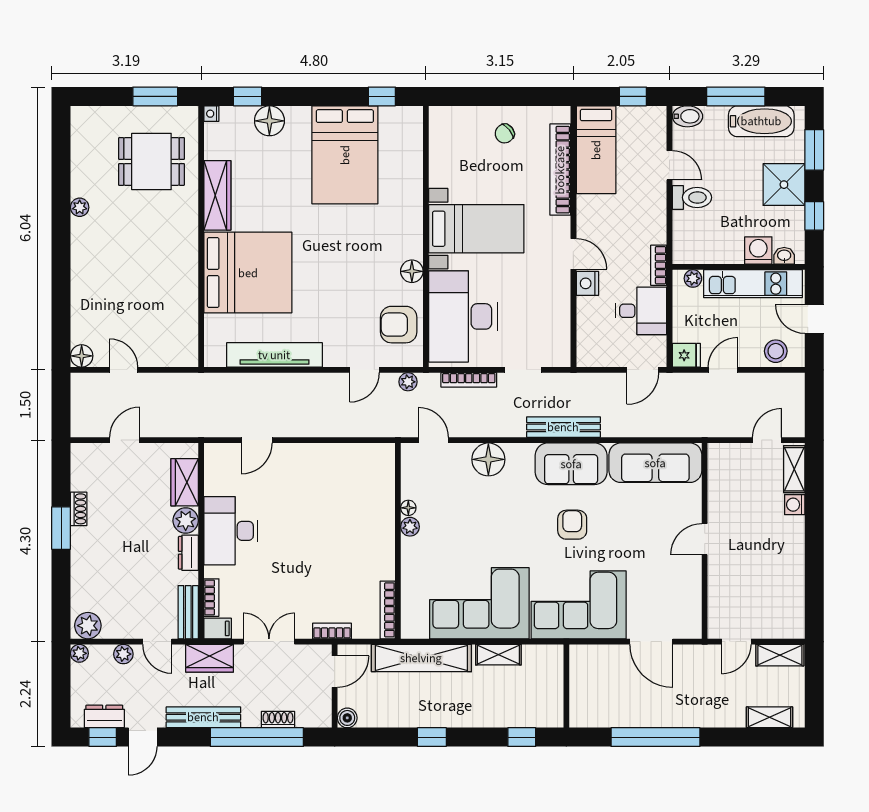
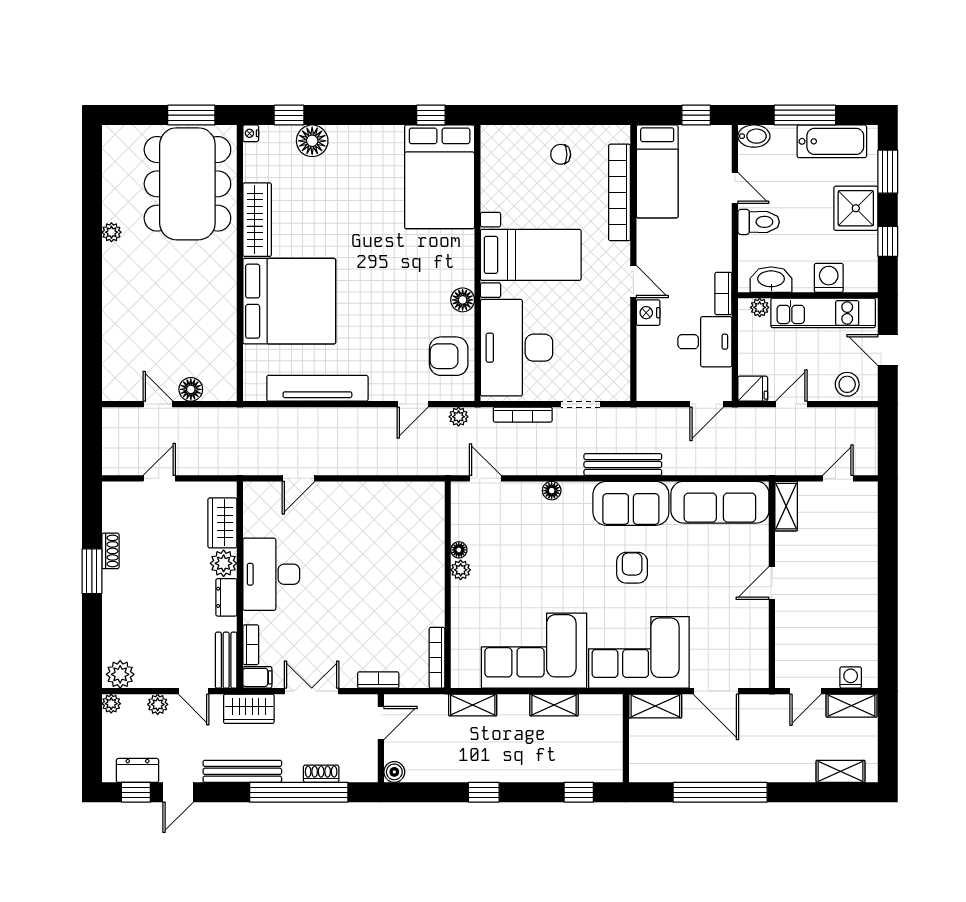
chair: (505, 134) -> (561, 154), turned 38
bed: (345, 155) -> (440, 177), moved
dining table: (151, 161) -> (187, 184), width x1.88, depth x1.24
washbasin: (784, 256) -> (771, 280), moved, width x1.91, depth x1.45
floor lamp: (82, 356) -> (191, 389), moved
floor lamp: (488, 459) -> (552, 491), width x0.53, depth x0.53
shelving: (794, 469) -> (786, 506), moved
washing machine: (795, 505) -> (851, 678), moved, turned 90
shelving: (594, 656) -> (655, 706), added
shelving: (421, 658) -> (473, 705), width x0.45, depth x0.75

